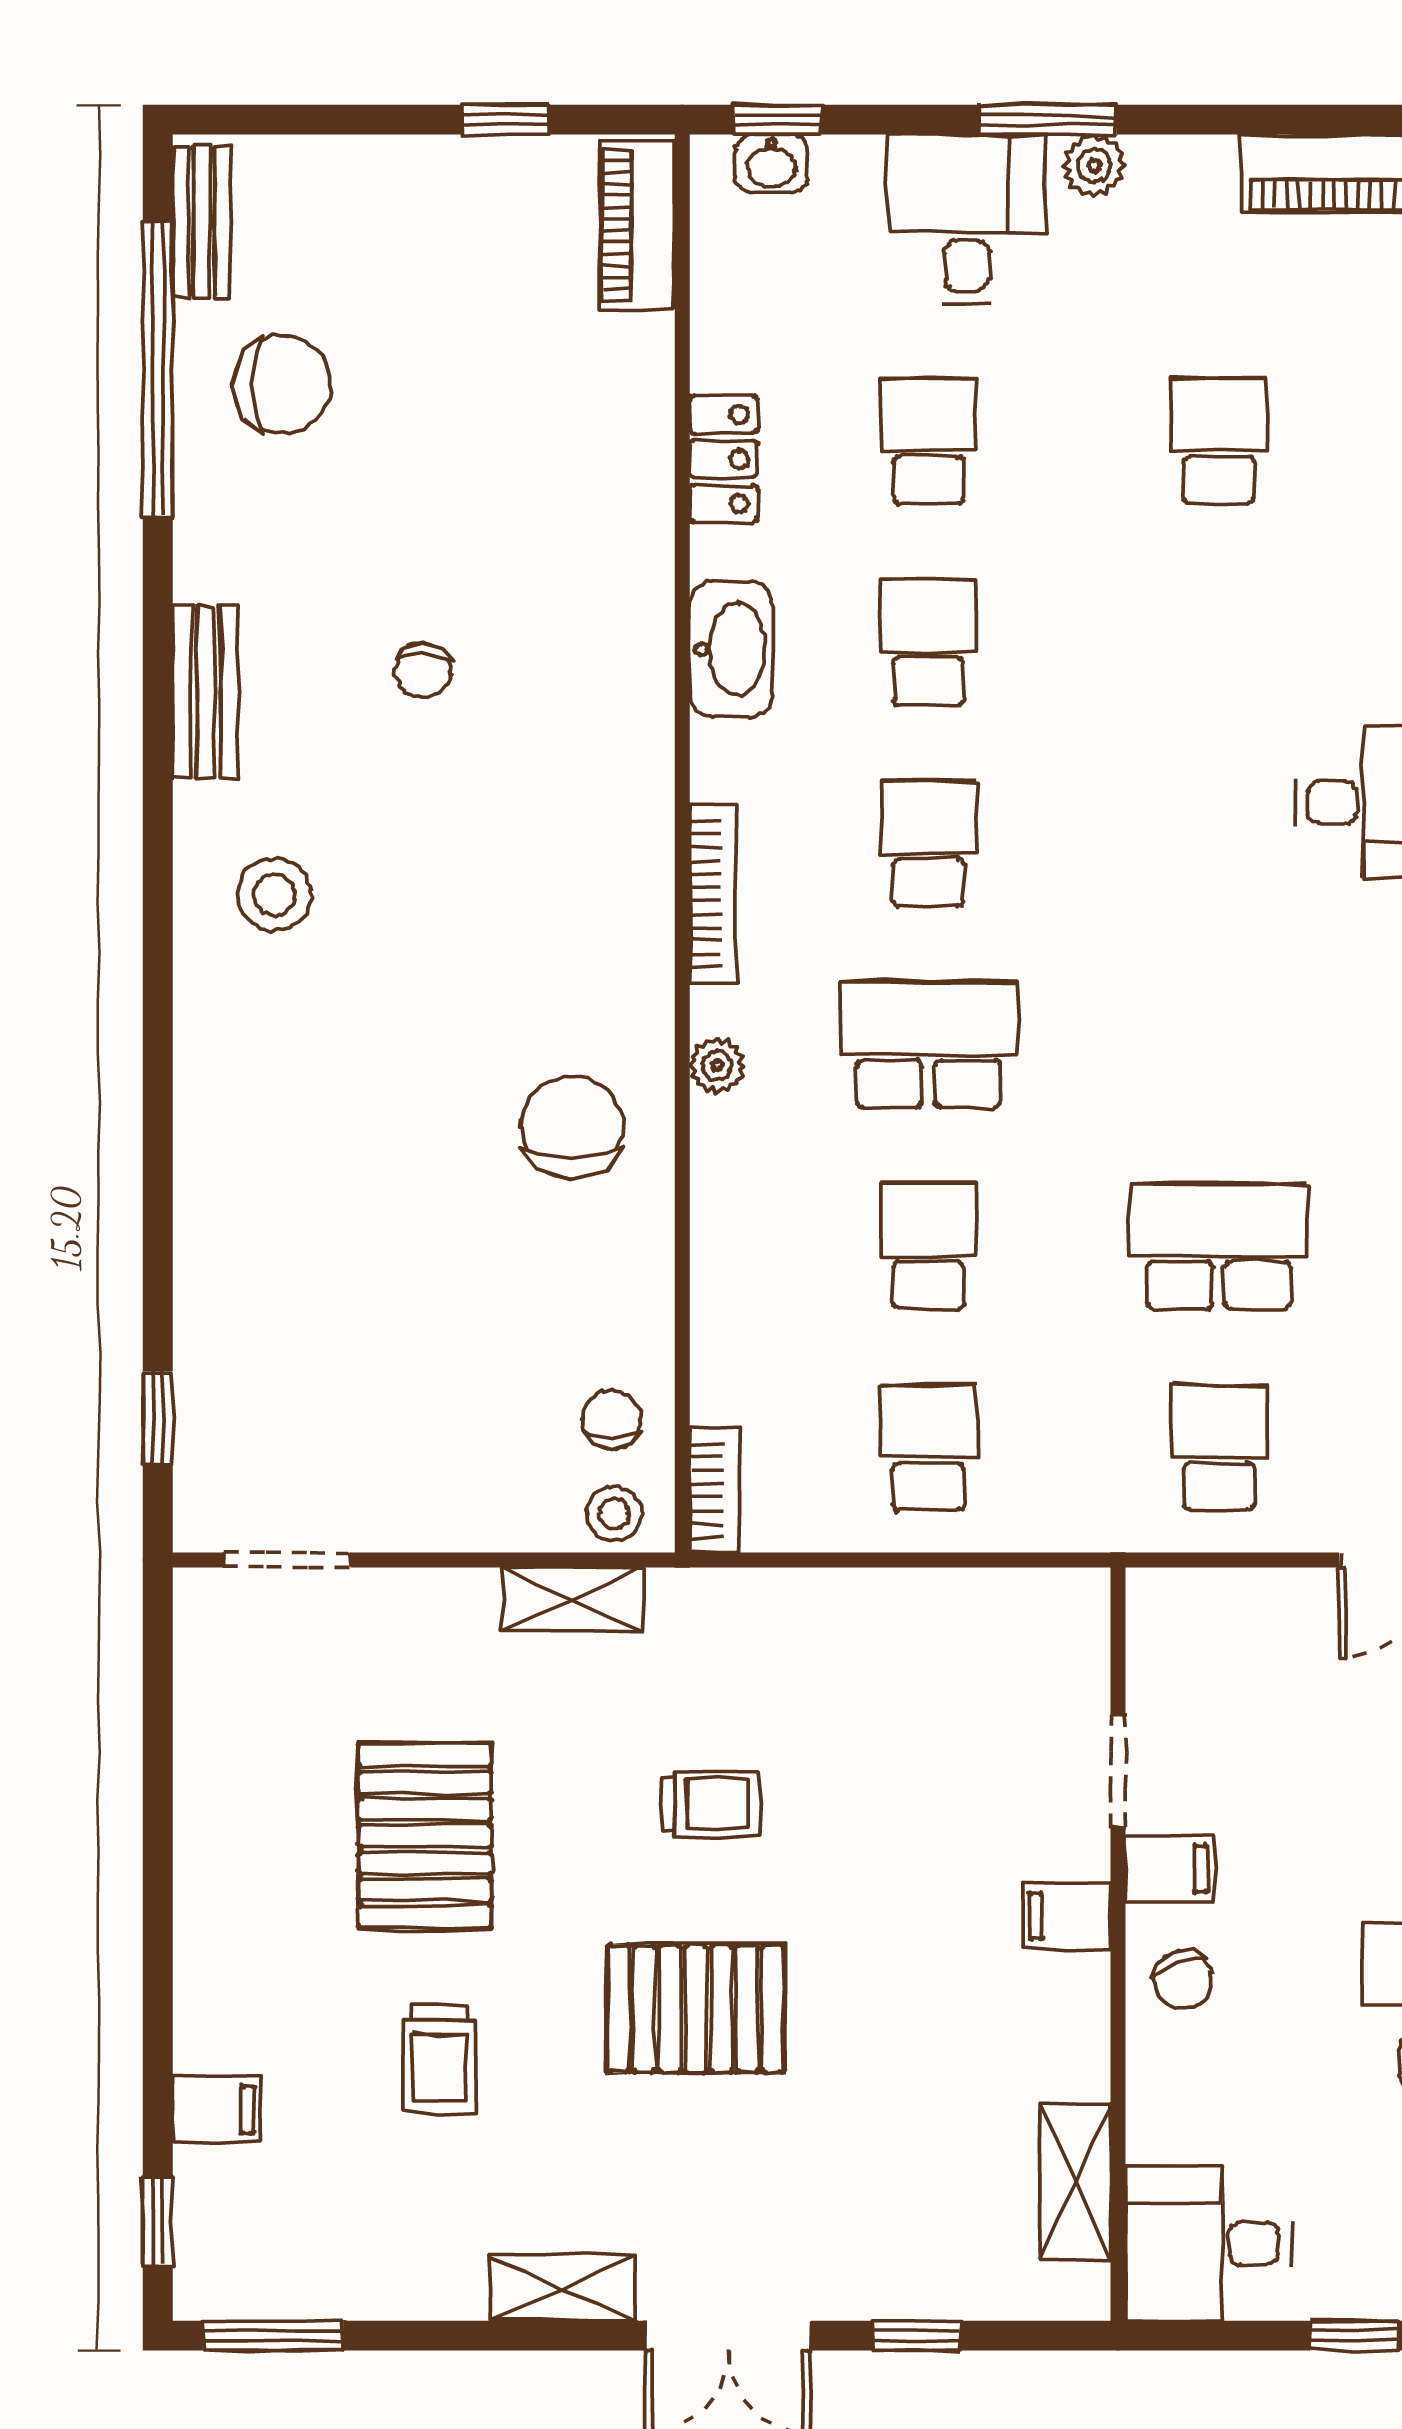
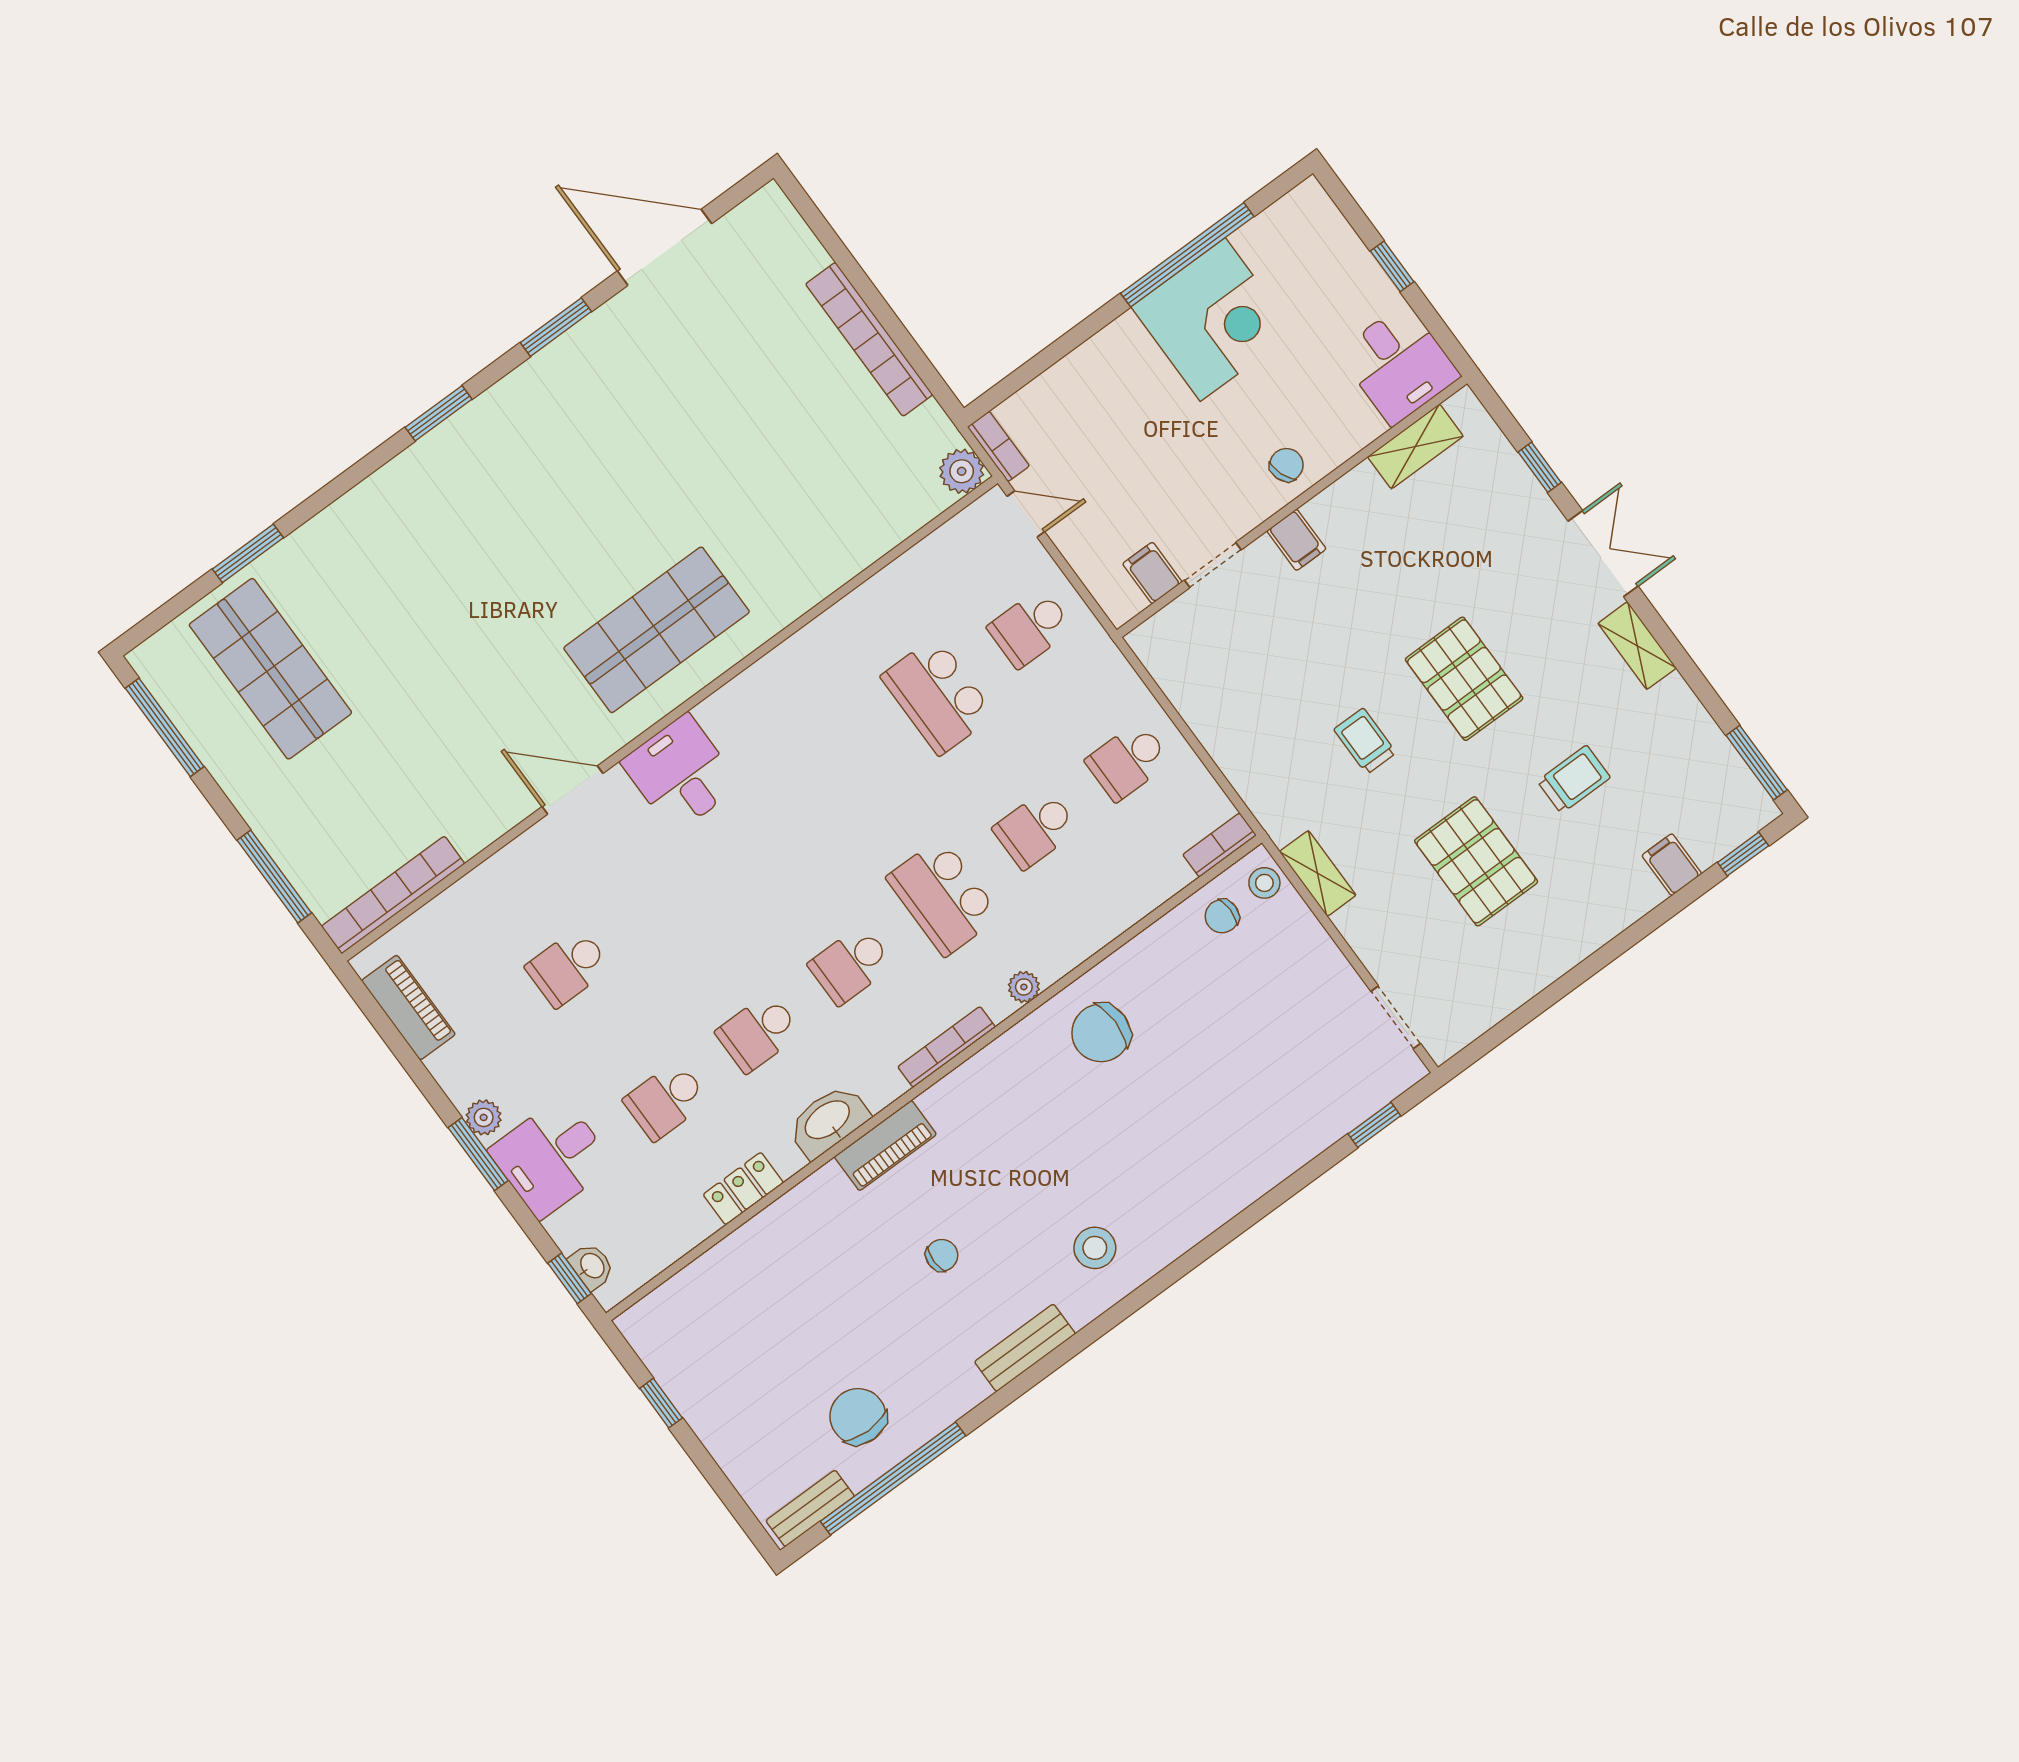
piano: (637, 225) -> (885, 1145), moved
pallet: (425, 1836) -> (1476, 861), turned 90
filing cabinet: (1170, 1869) -> (1152, 573), moved

